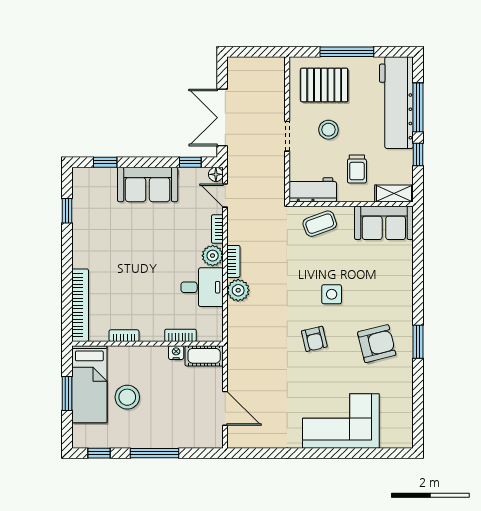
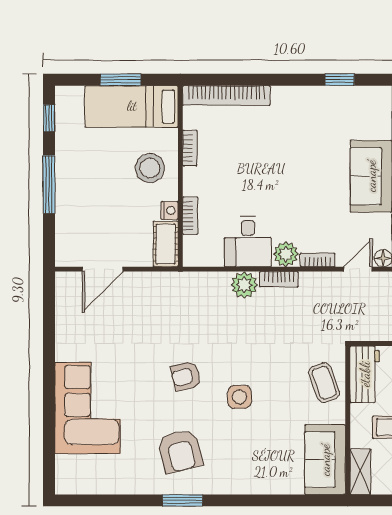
stool: (127, 397) -> (150, 168), moved

